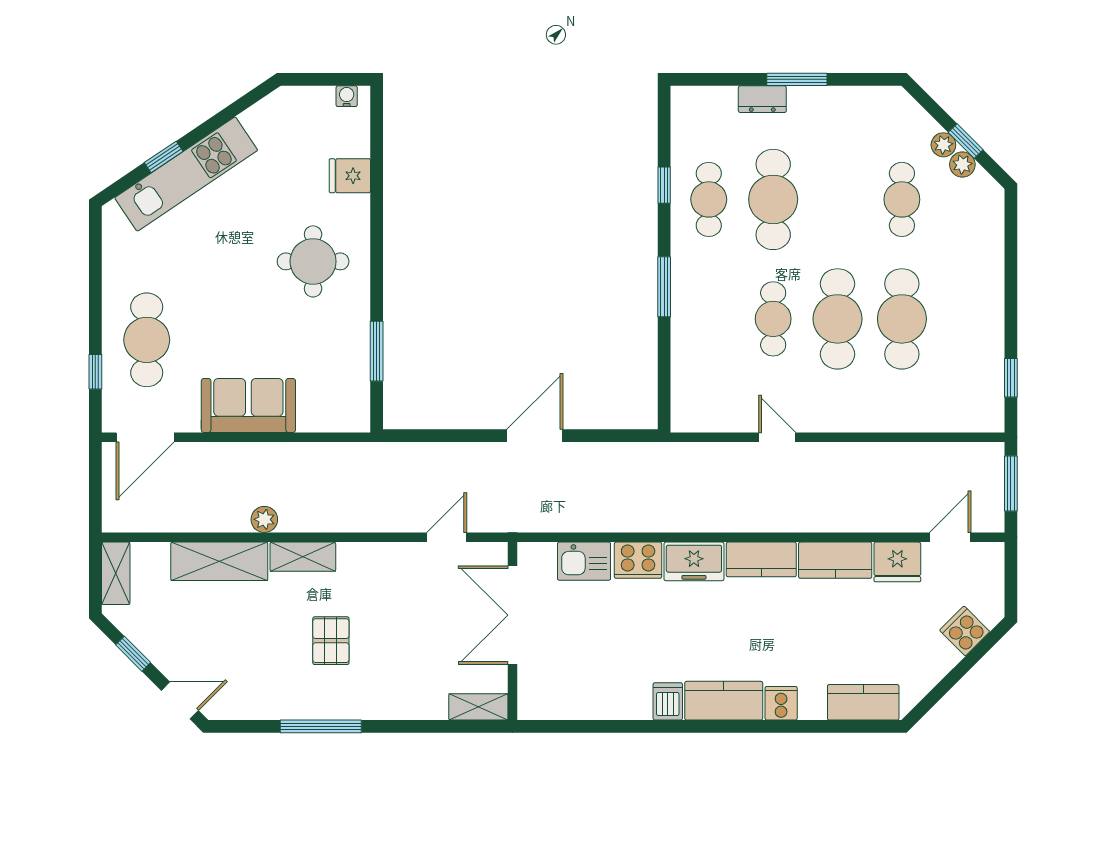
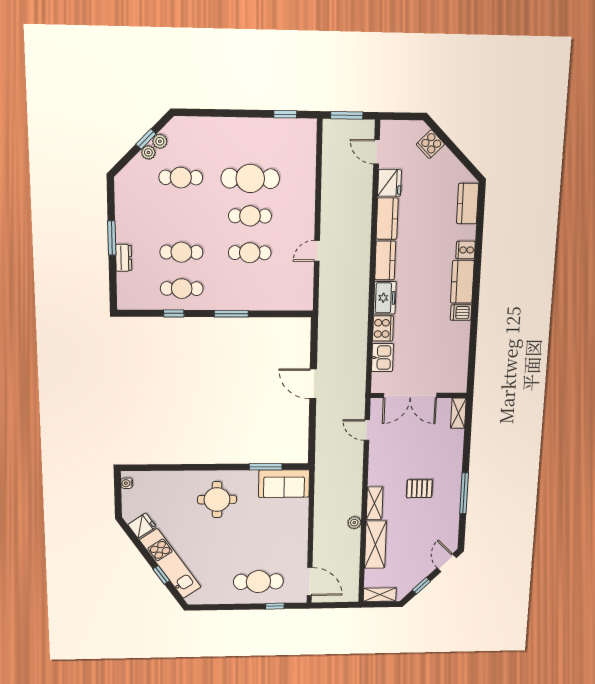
fridge: (350, 176) -> (142, 526), moved, turned -124
cafe table: (773, 199) -> (181, 252), width x0.73, depth x0.74
cafe table: (838, 319) -> (250, 216), width x0.73, depth x0.74
sofa: (248, 405) -> (284, 484), moved, turned -90

